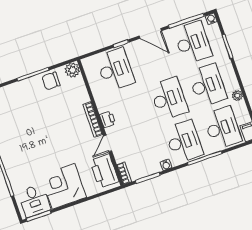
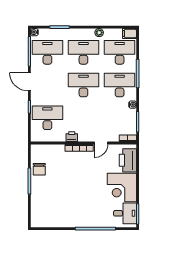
door: (150, 33) -> (29, 82), swing flipped
plant: (72, 70) -> (36, 150), removed
printer: (108, 119) -> (72, 137), moved
door: (108, 143) -> (101, 143), hinge flipped
printer: (104, 171) -> (128, 160), moved, turned 90

